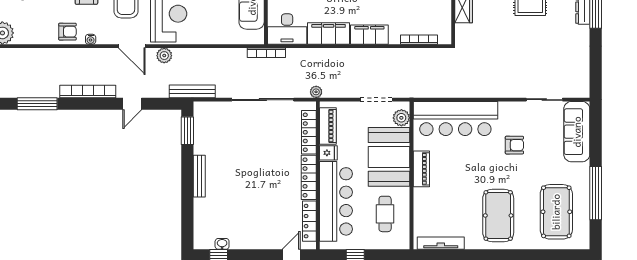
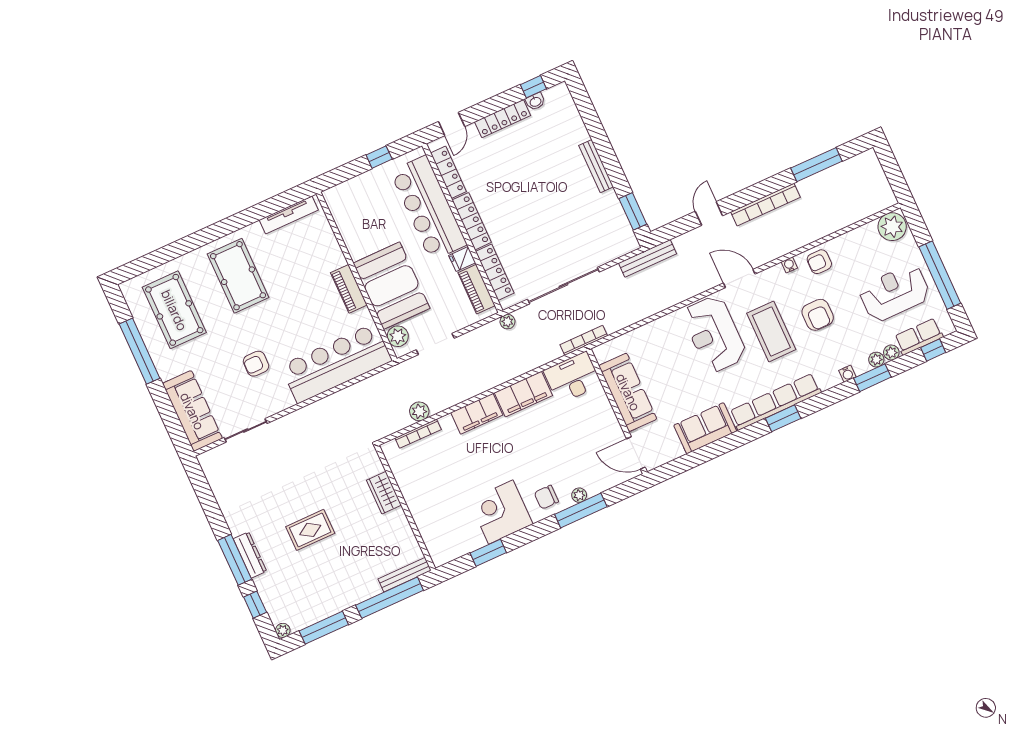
plant: (164, 56) -> (419, 411), moved
cafe table: (385, 214) -> (367, 219), removed
locker: (252, 242) -> (503, 119), added

